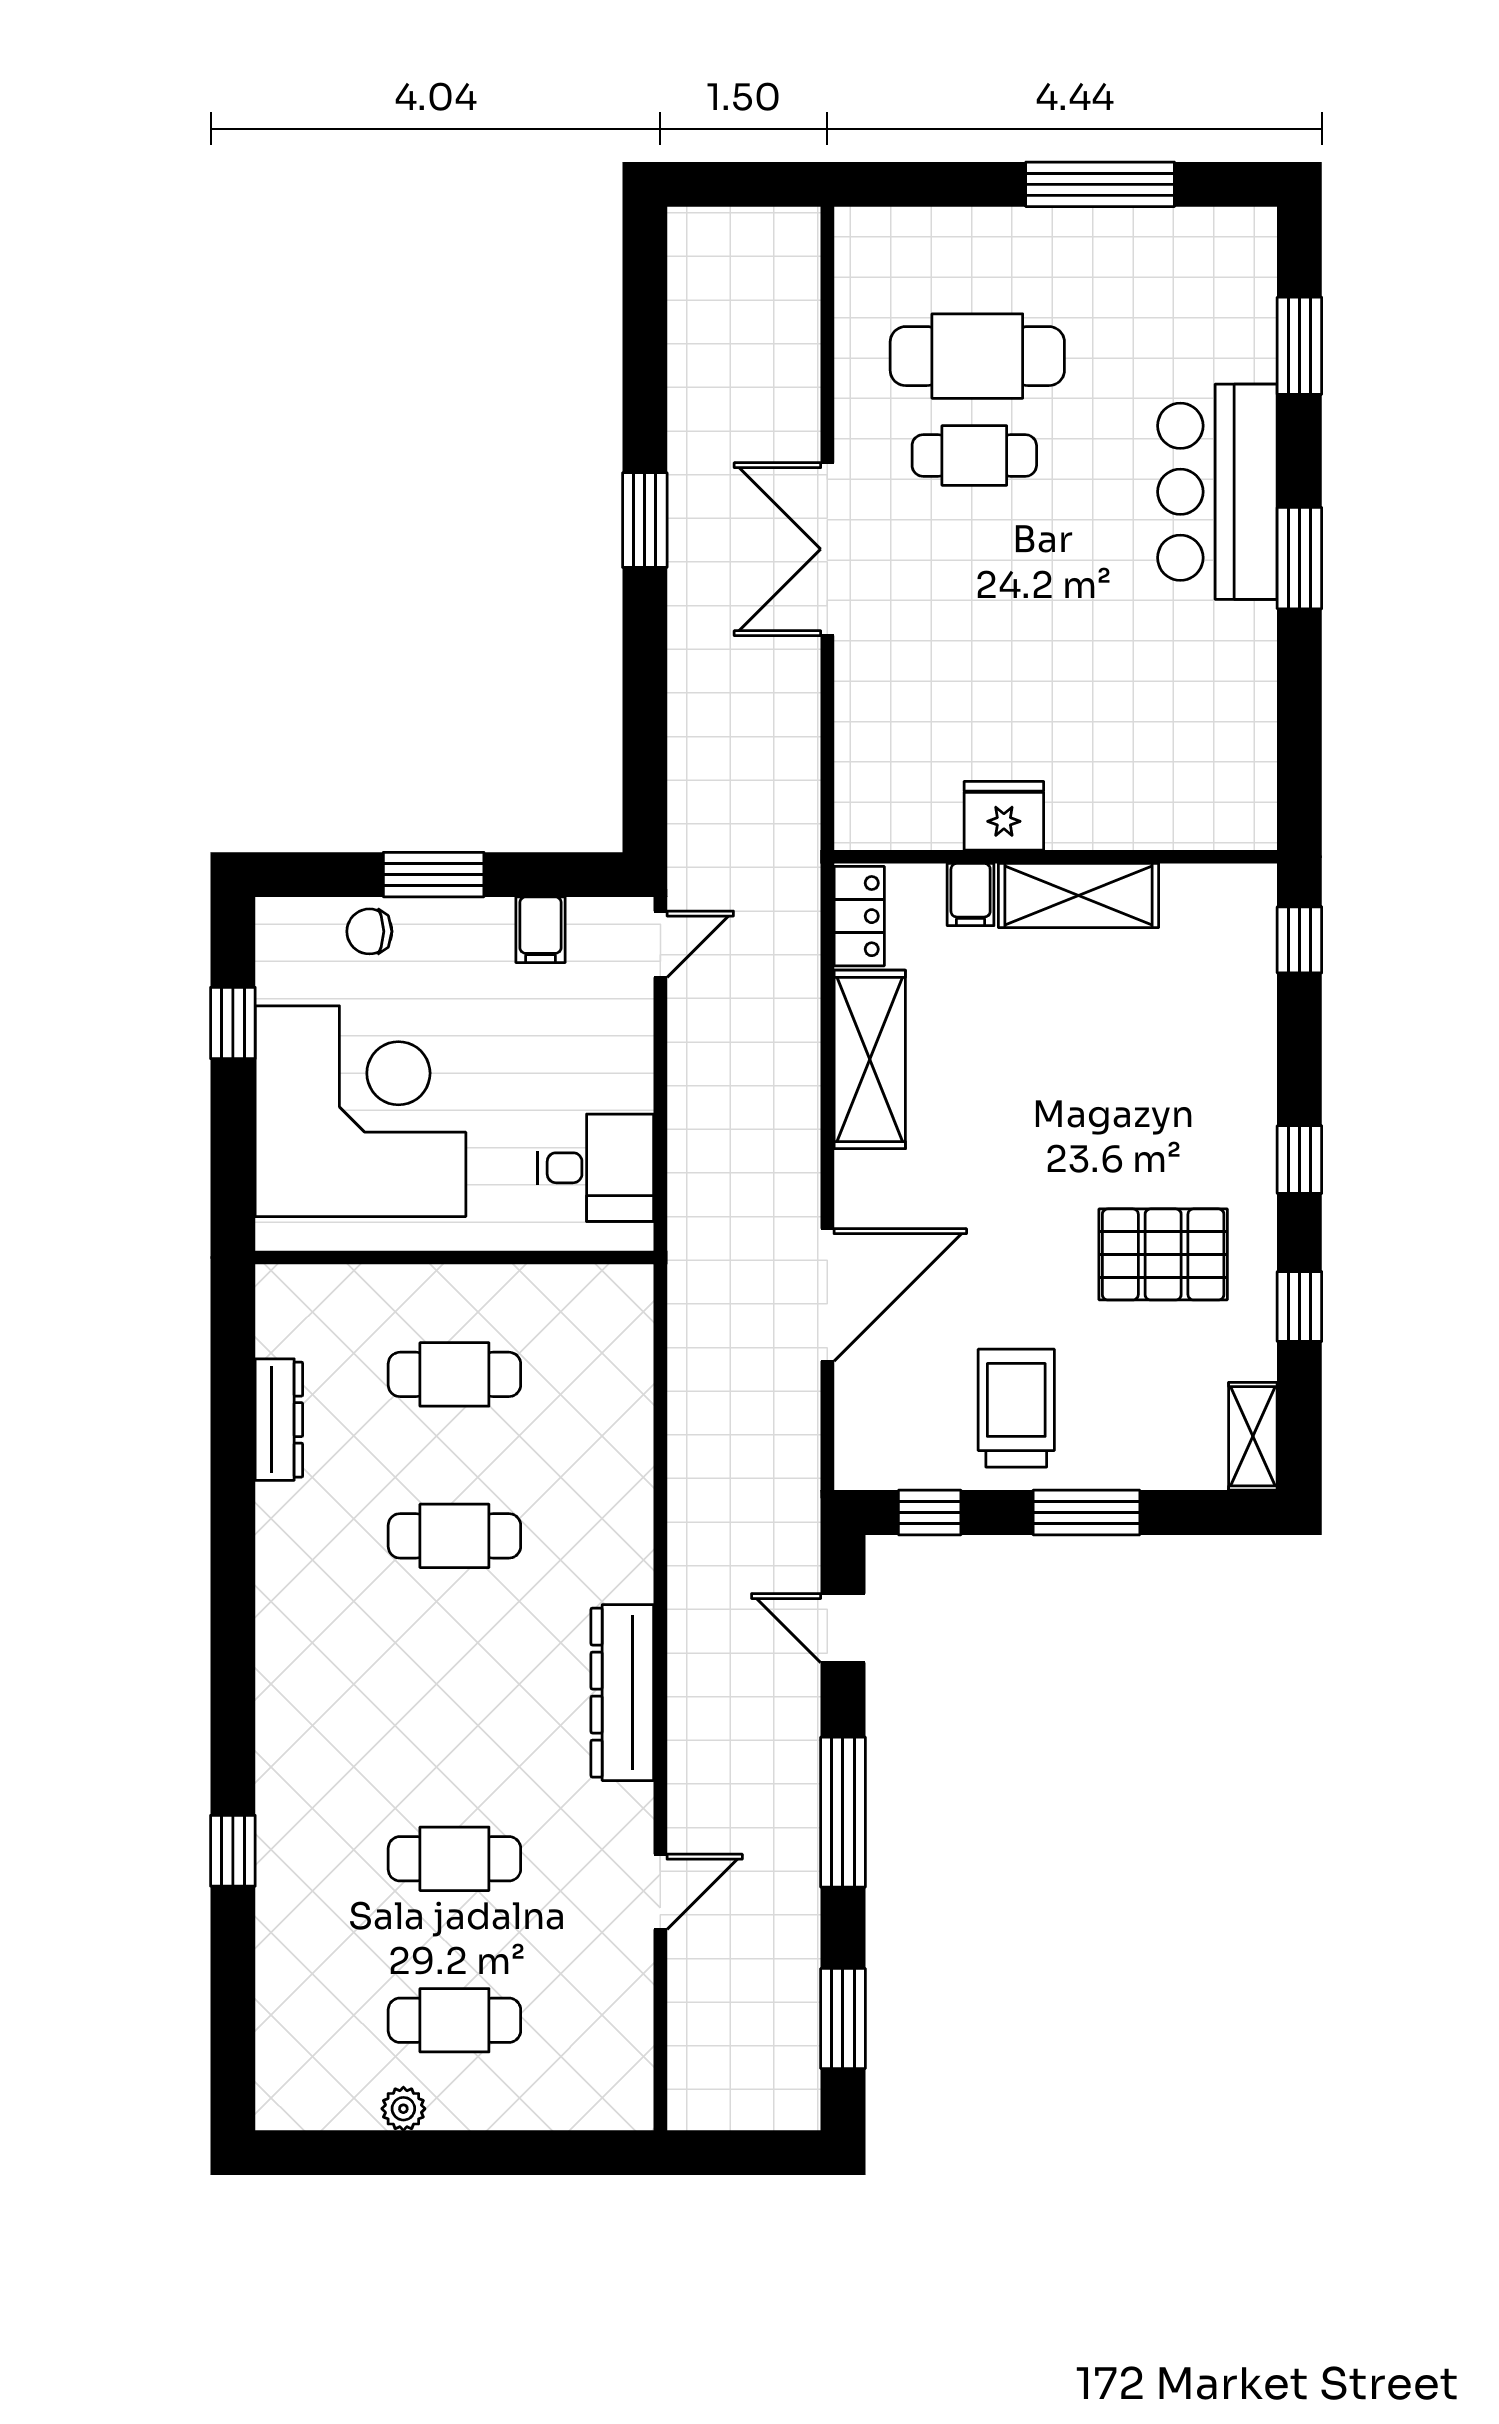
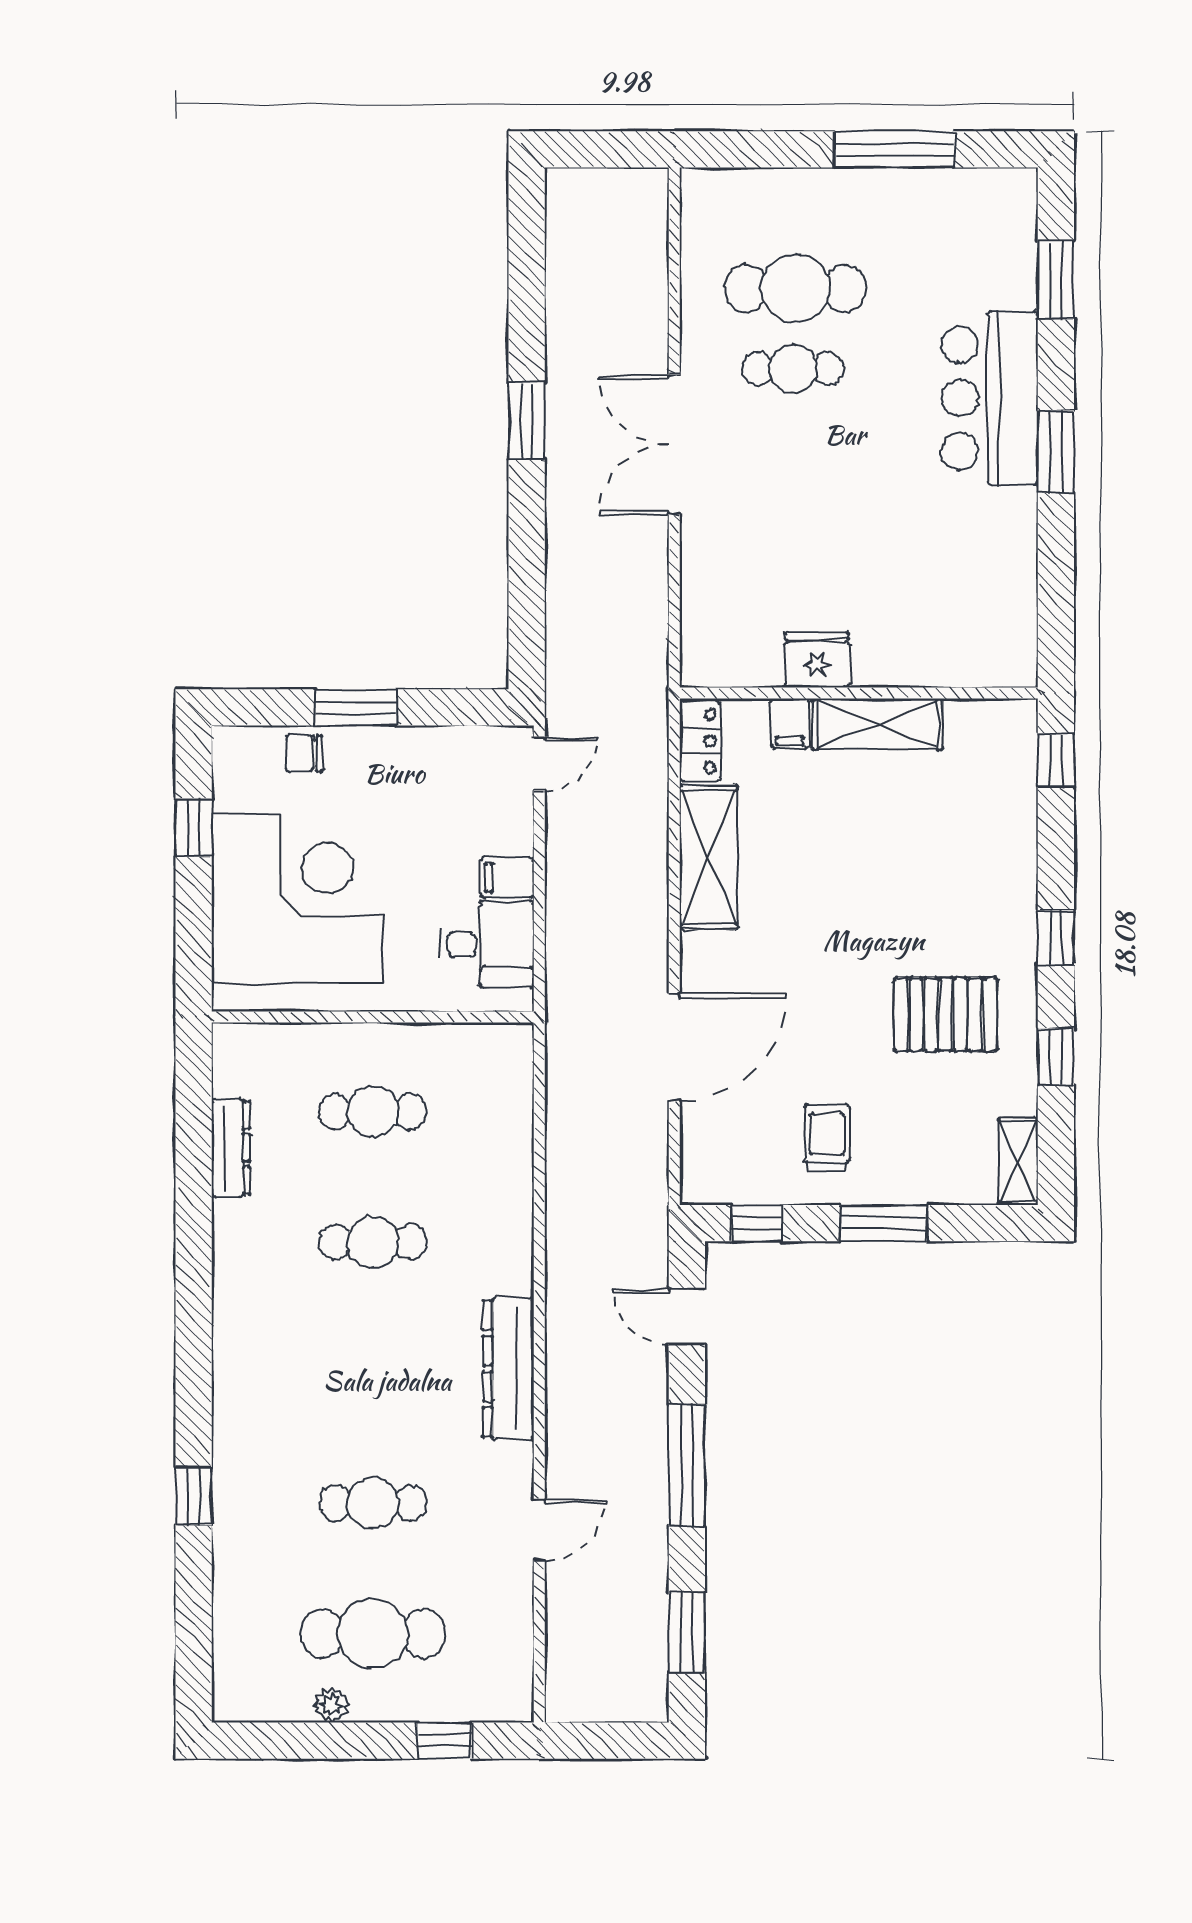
filing cabinet: (541, 930) -> (507, 878), moved, turned 90
trolley: (1016, 1408) -> (827, 1139), width x0.73, depth x0.72
cafe table: (454, 2020) -> (373, 1634), width x1.37, depth x1.35
window: (543, 2153) -> (445, 1741), added

